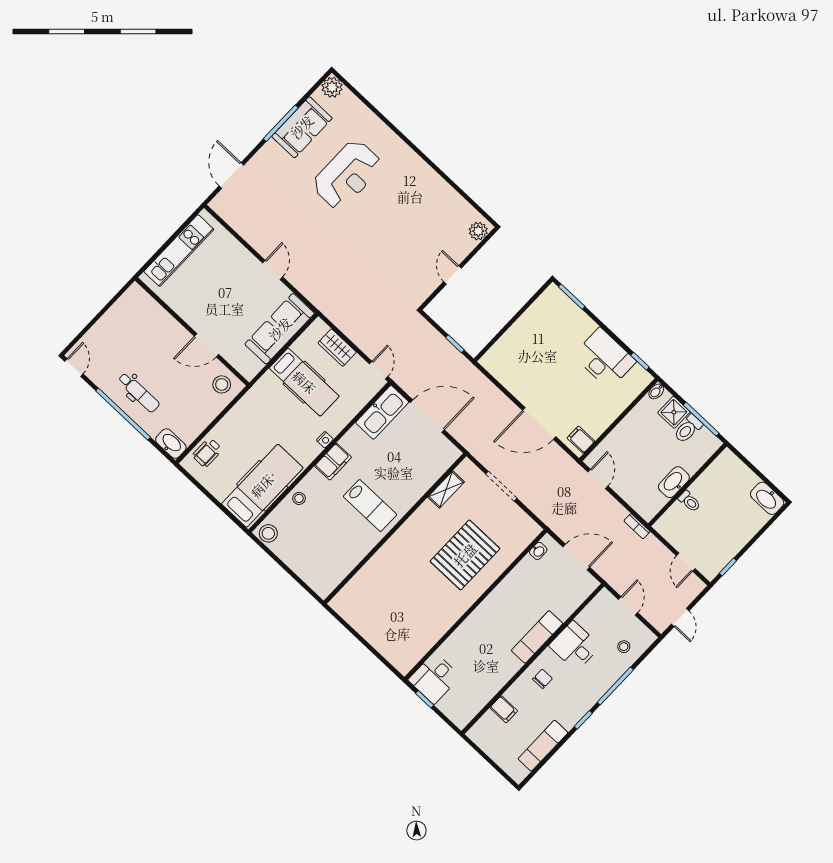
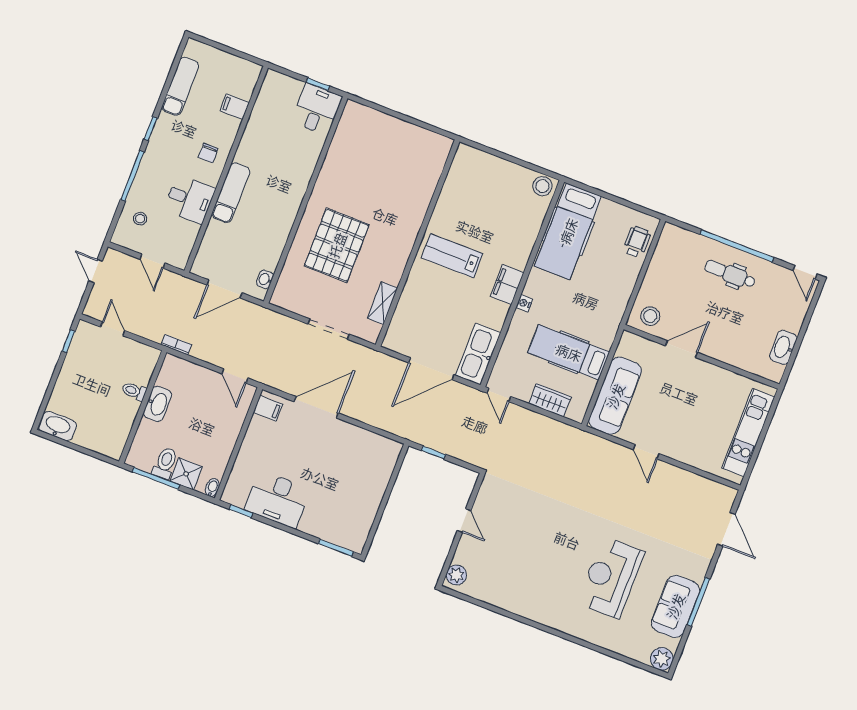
washbasin: (171, 444) -> (783, 347), moved, turned 90
stool: (299, 498) -> (526, 234), removed

